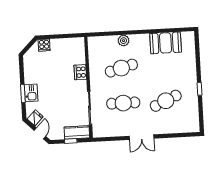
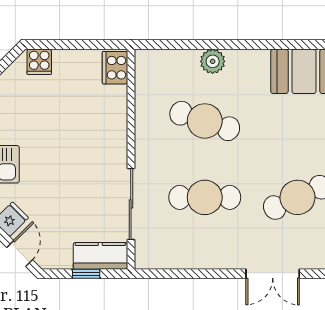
cafe table: (121, 68) -> (205, 121), turned 33
cooker: (80, 72) -> (115, 68), moved
double door: (142, 137) -> (273, 274), moved

